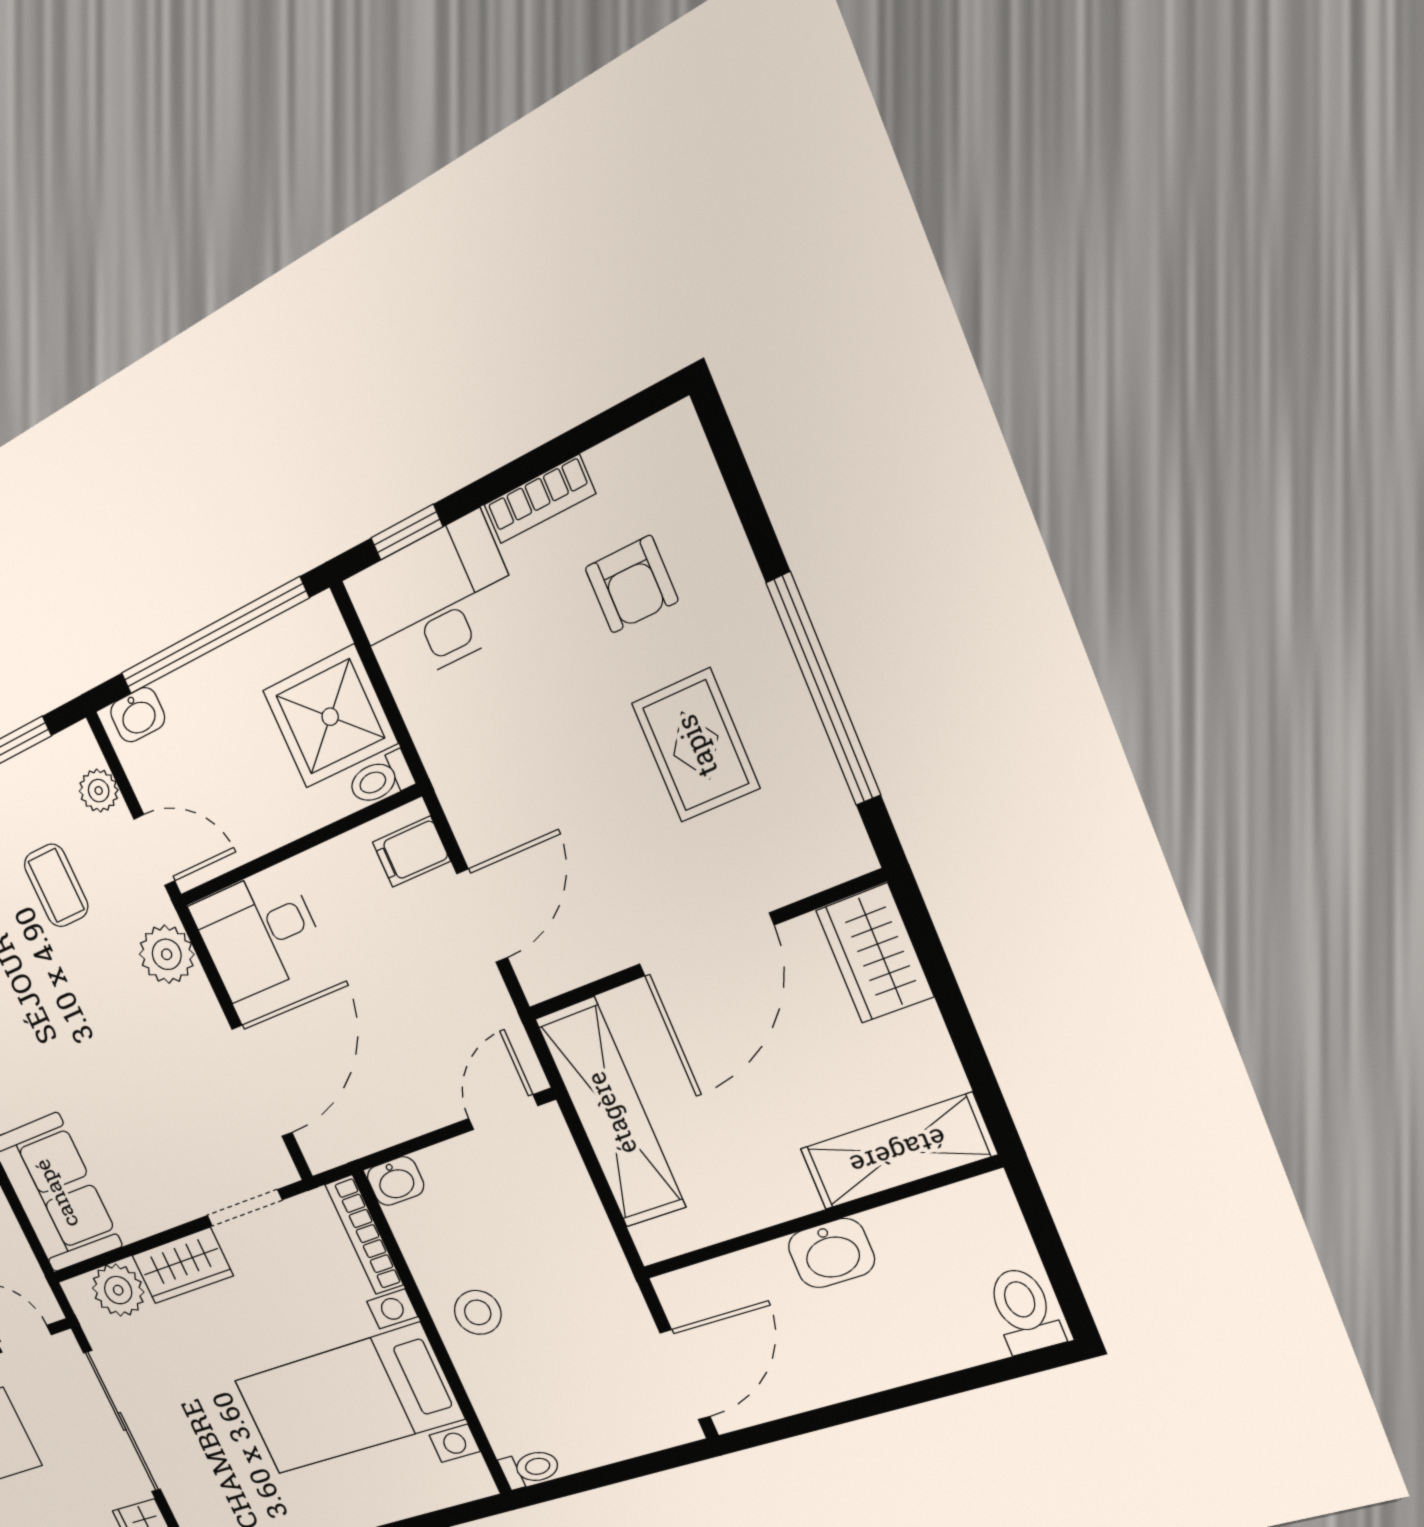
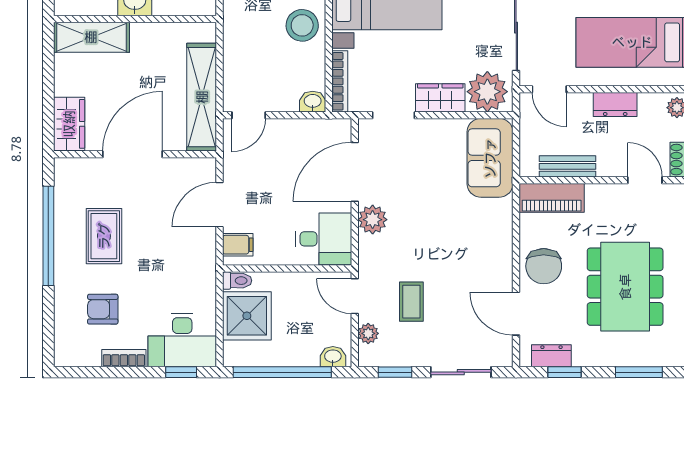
armchair: (632, 584) -> (103, 309), turned -90
plant: (167, 954) -> (373, 220), moved
plant: (118, 1290) -> (487, 92), width x1.36, depth x1.36
stool: (478, 1312) -> (302, 25), width x1.38, depth x1.38

